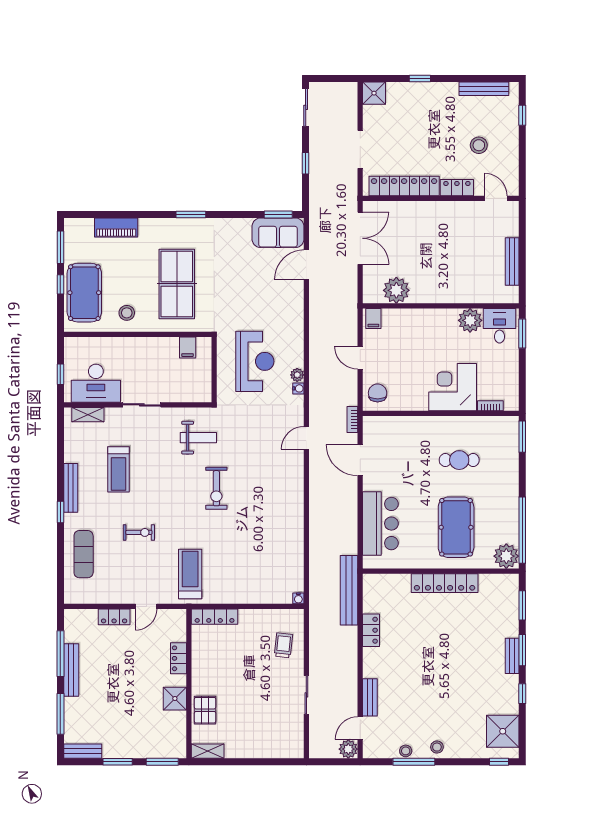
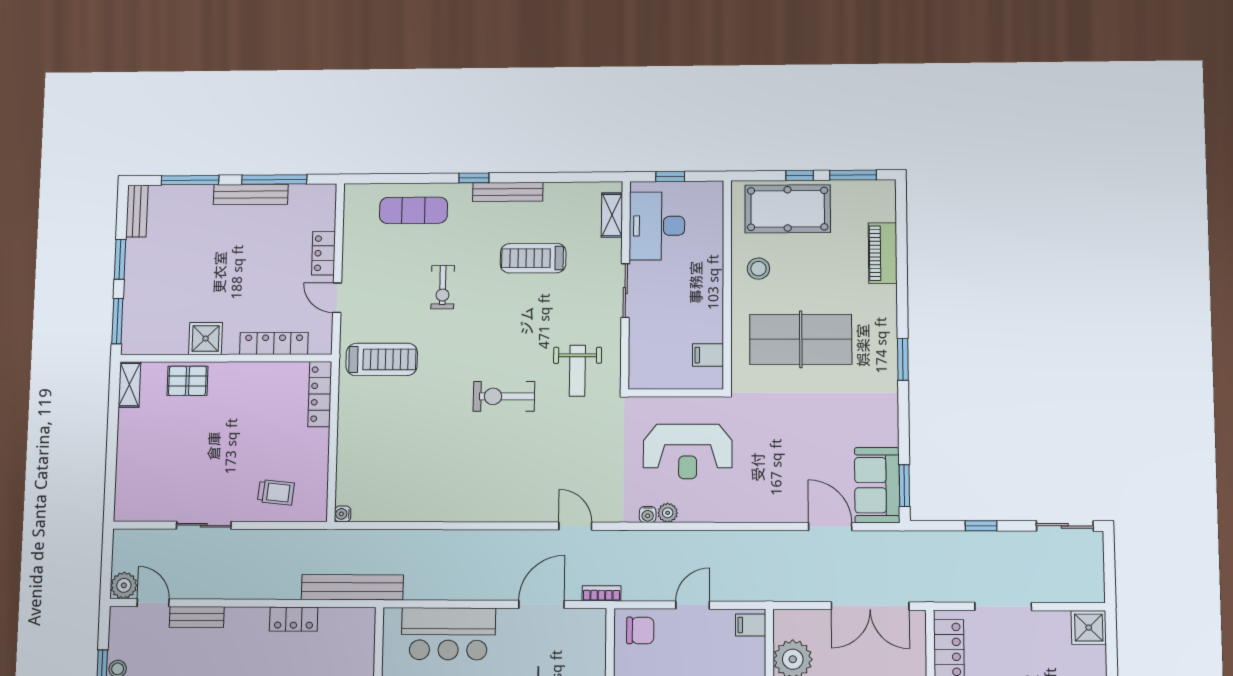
locker: (178, 658) -> (274, 343), width x1.53

